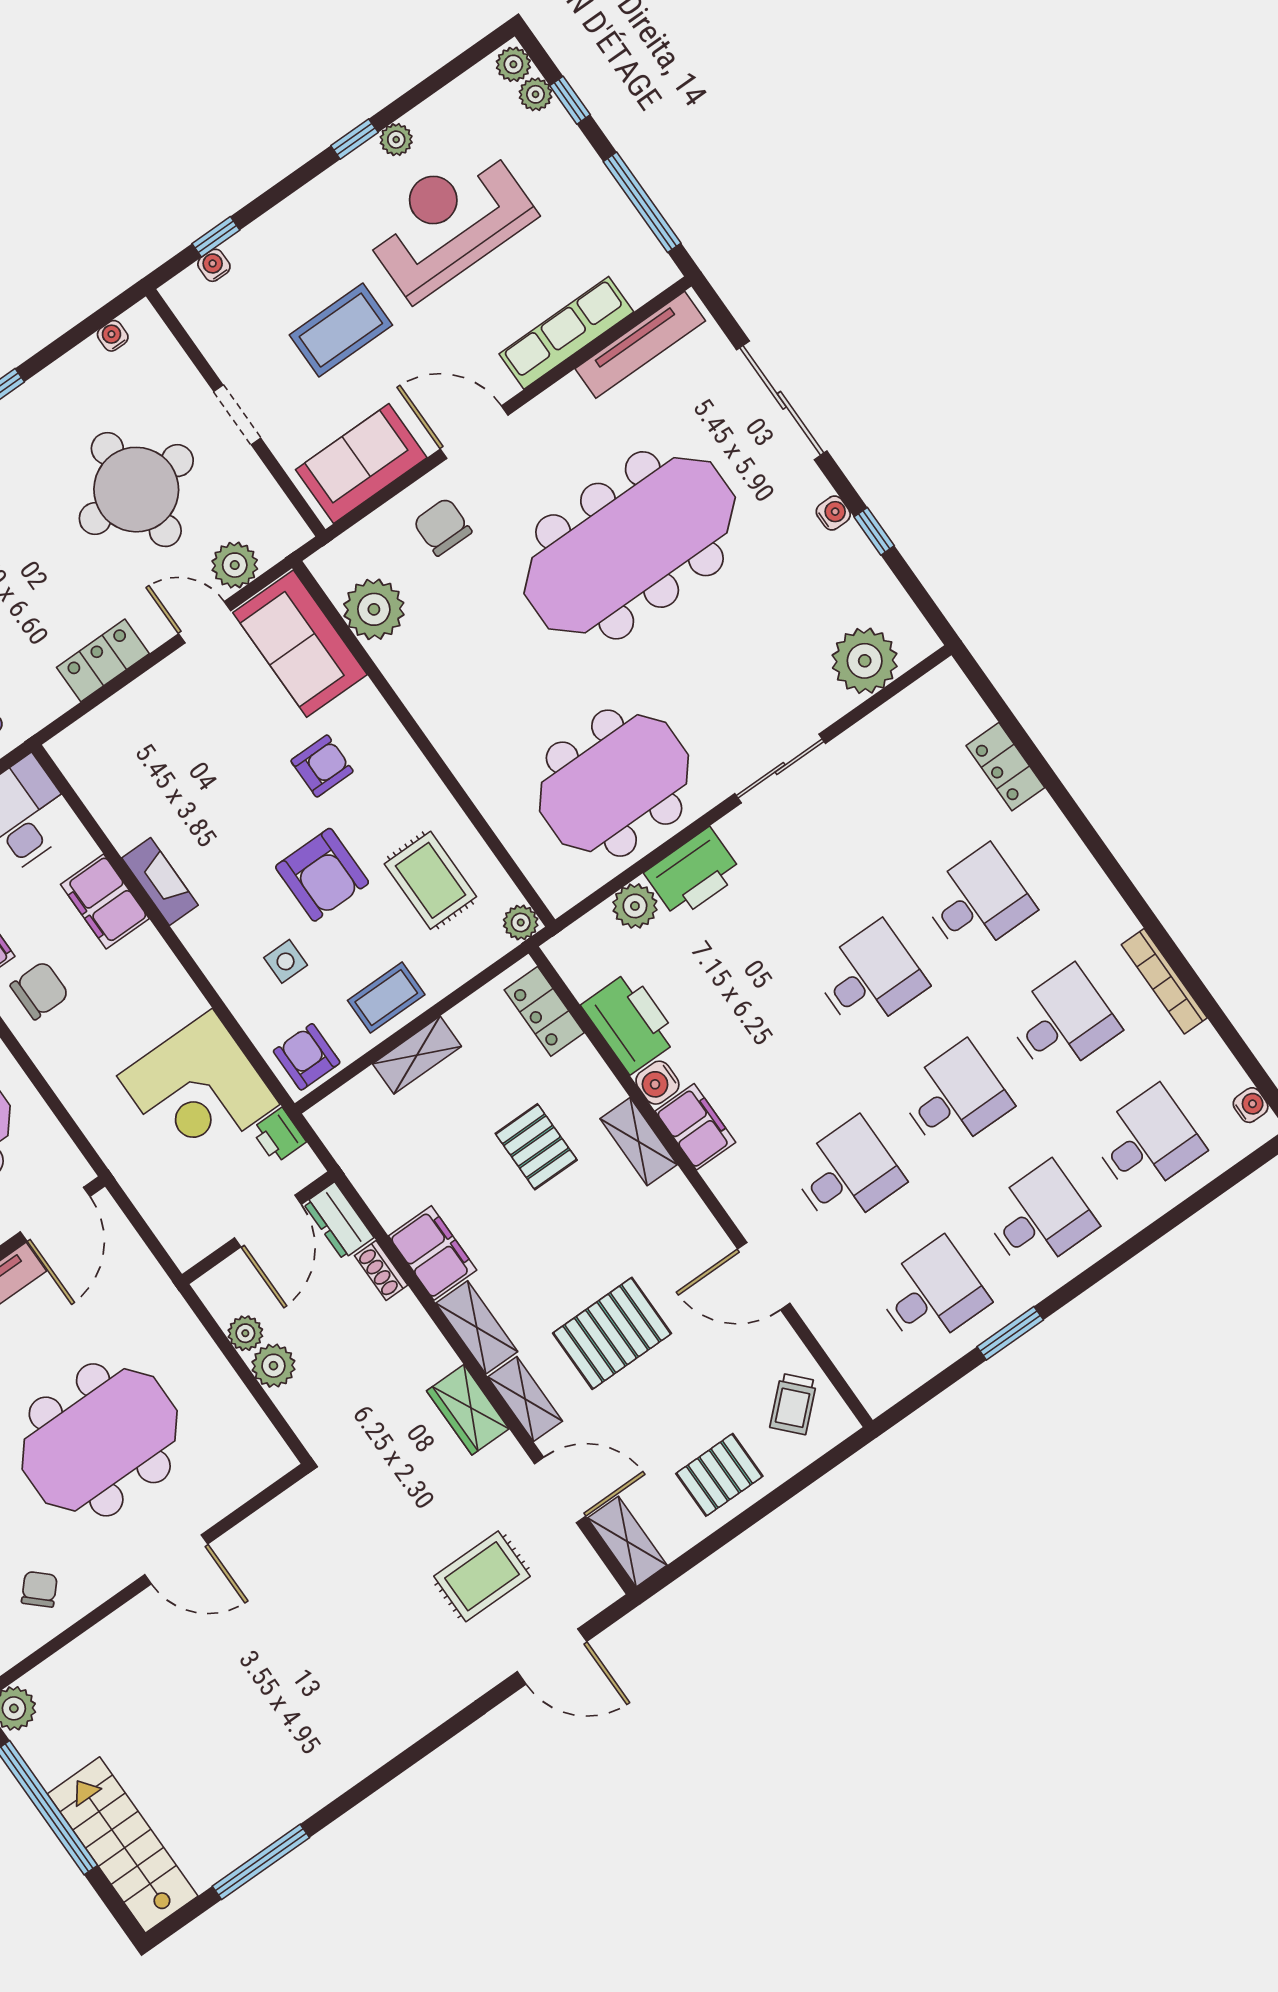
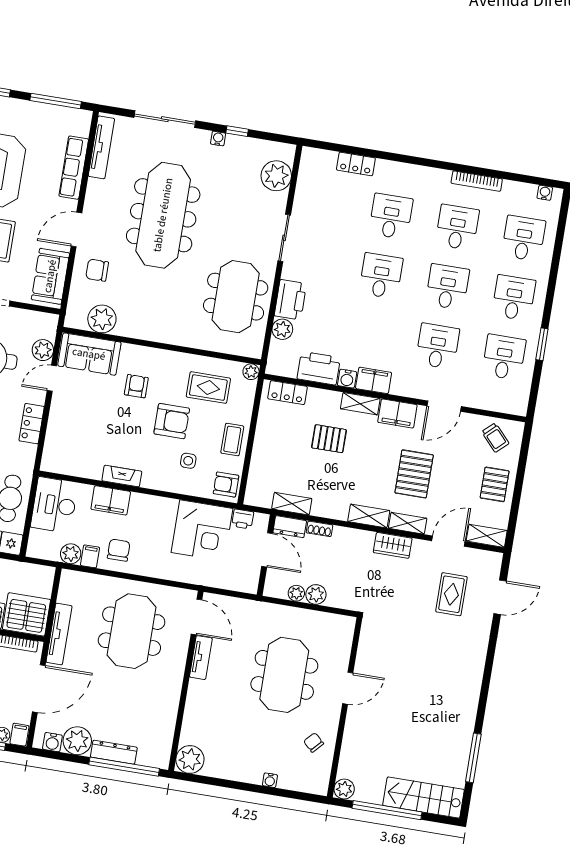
shelving: (417, 1055) -> (292, 504), moved, turned 90
filing cabinet: (433, 1253) -> (397, 413), moved, turned 180

